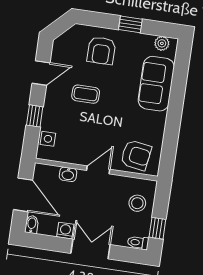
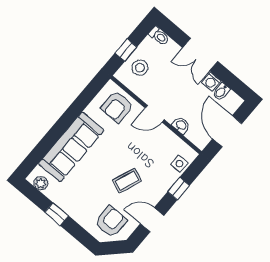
armchair: (101, 51) -> (111, 222), moved
sofa: (156, 84) -> (71, 147), width x1.36
coffee table: (86, 94) -> (127, 181), turned -69
armchair: (136, 155) -> (117, 107), turned -99
bidet: (32, 224) -> (221, 92), moved
window: (157, 228) -> (126, 50), moved

